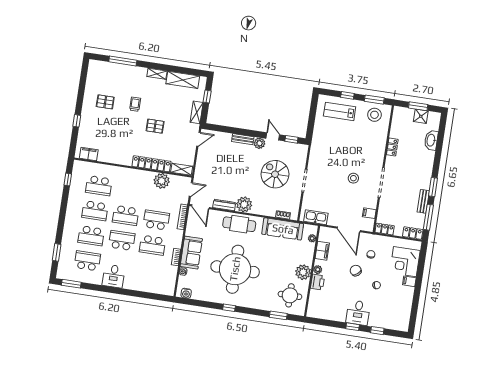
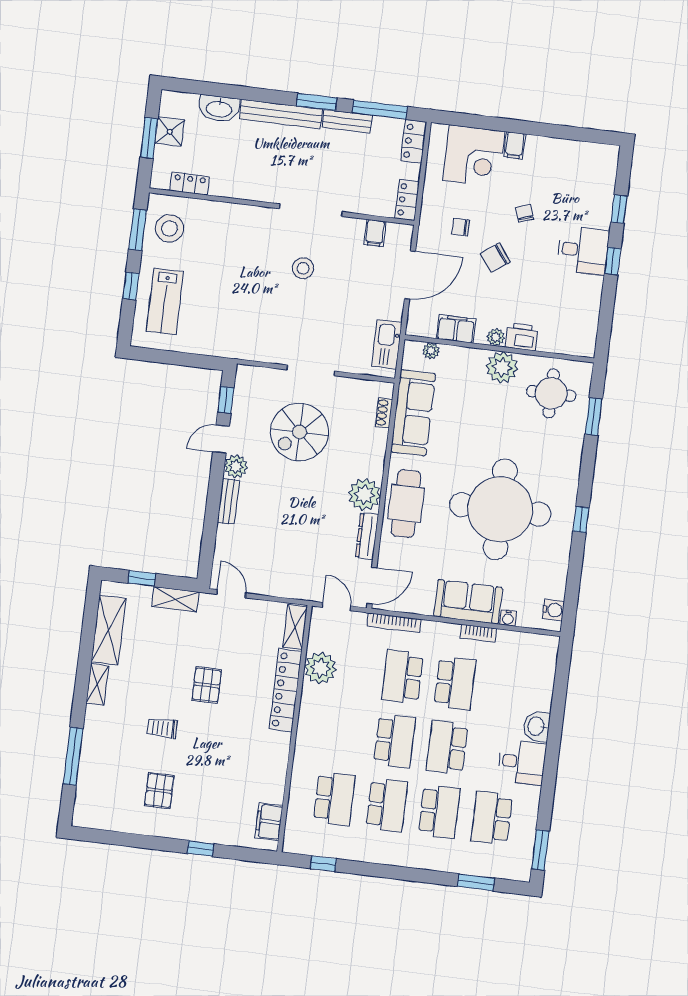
locker: (392, 147) -> (190, 184), moved
bench: (428, 170) -> (281, 114), added
washbasin: (131, 284) -> (537, 726), added

